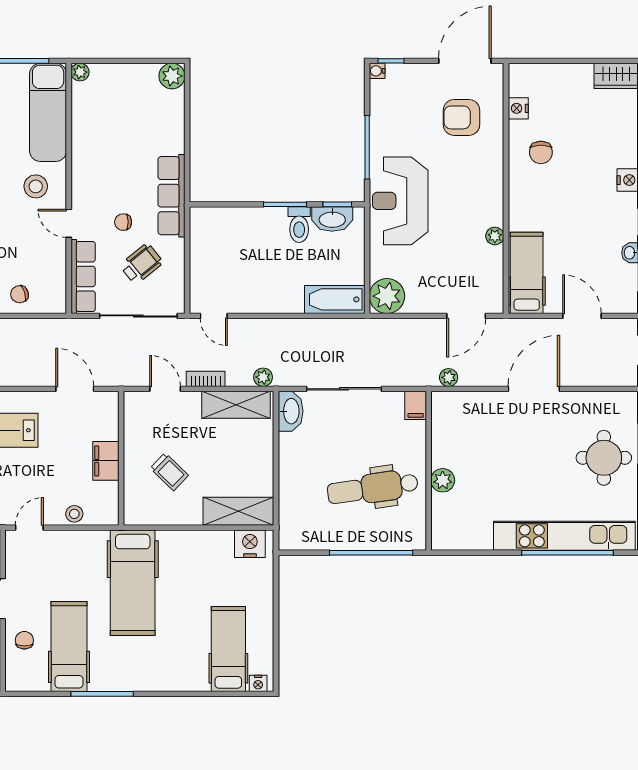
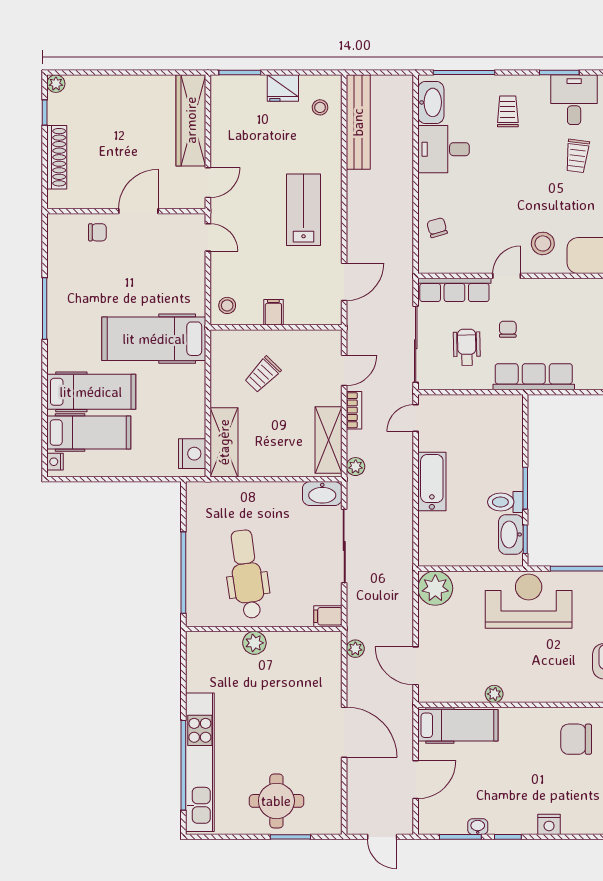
chair: (541, 152) -> (576, 739), width x1.37, depth x1.37
wheelchair: (141, 264) -> (467, 347), turned -142
bathtub: (335, 299) -> (432, 481), moved
filing cabinet: (106, 461) -> (273, 312), width x0.50
stool: (74, 514) -> (227, 305), moved
hospital bed: (69, 647) -> (91, 392), moved

